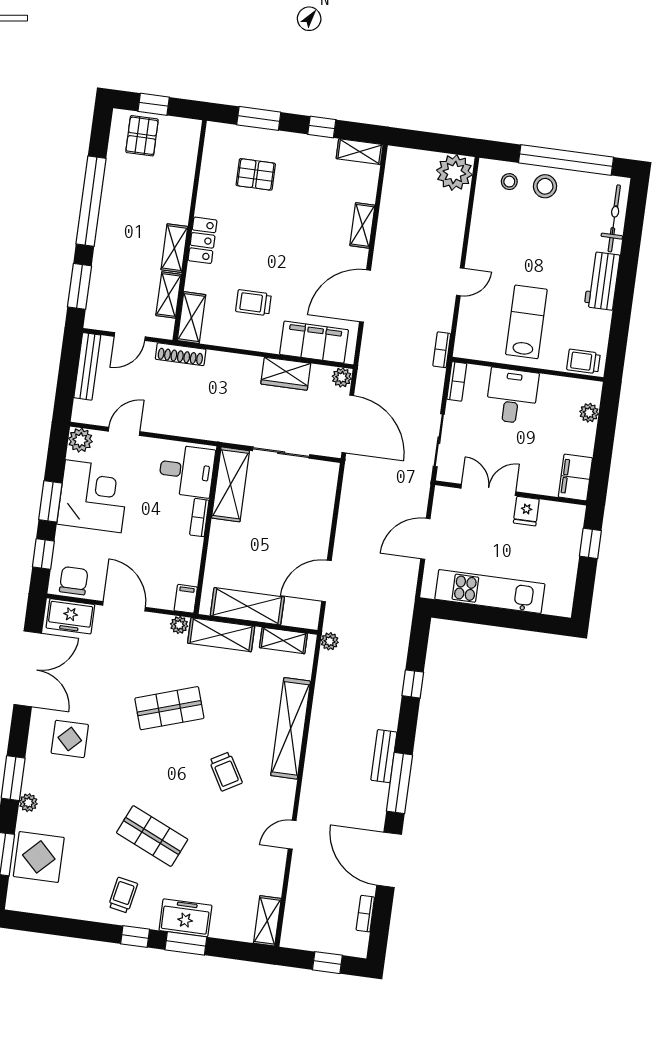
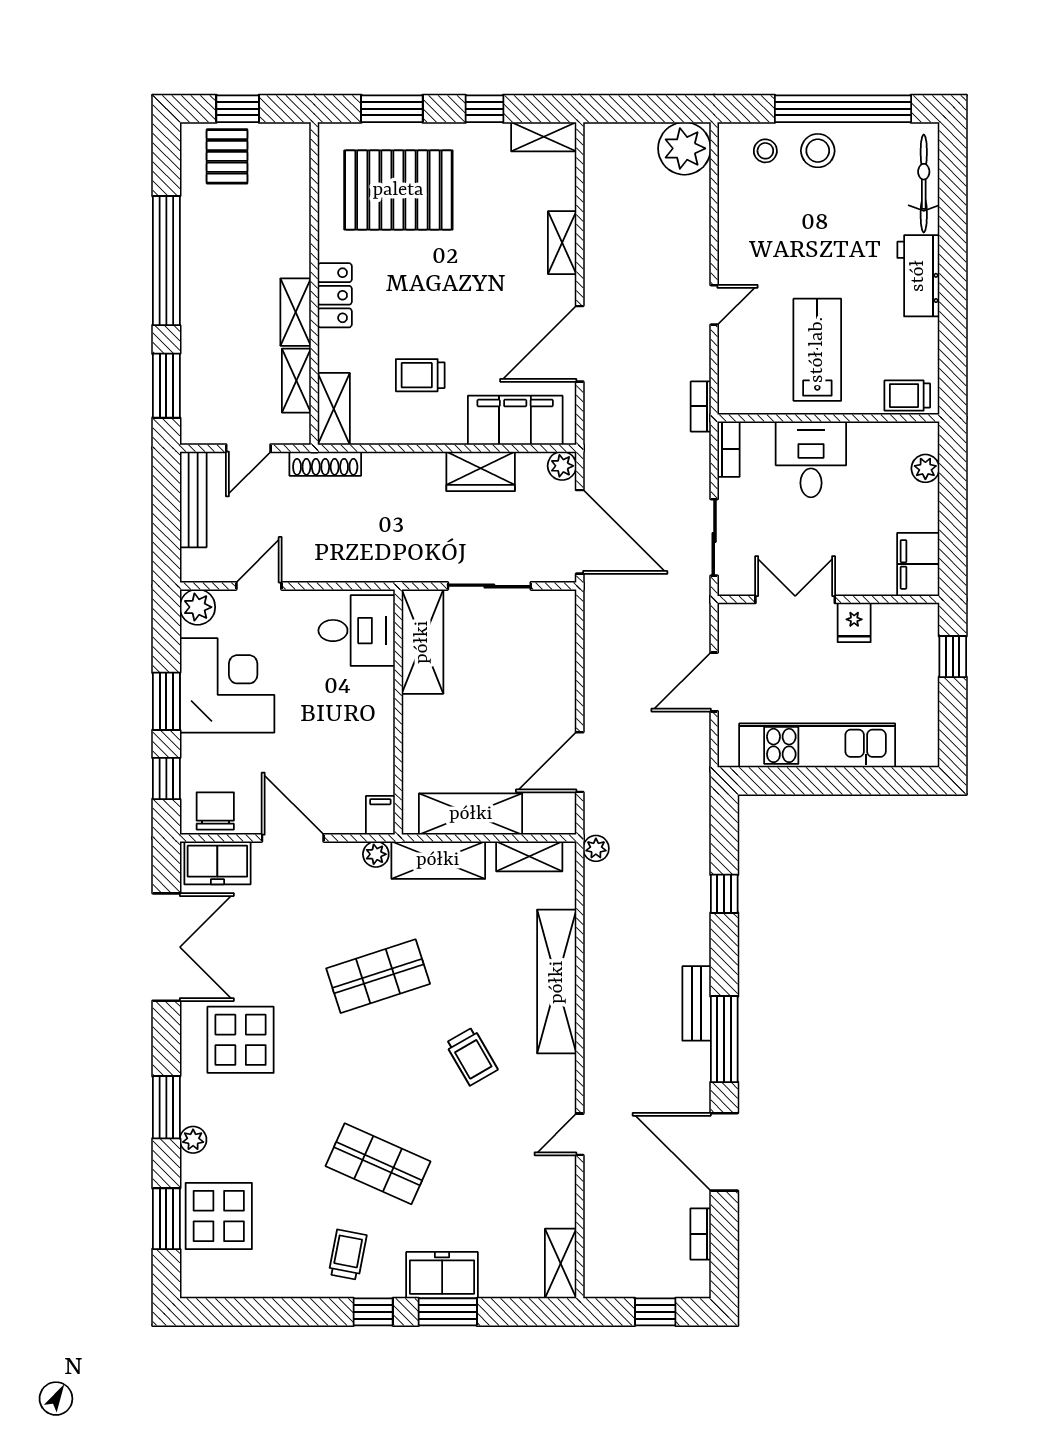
pallet: (256, 174) -> (398, 190), width x2.05, depth x2.00
bookcase: (199, 518) -> (384, 696), removed
display table: (70, 739) -> (241, 1040), width x1.36, depth x1.36

